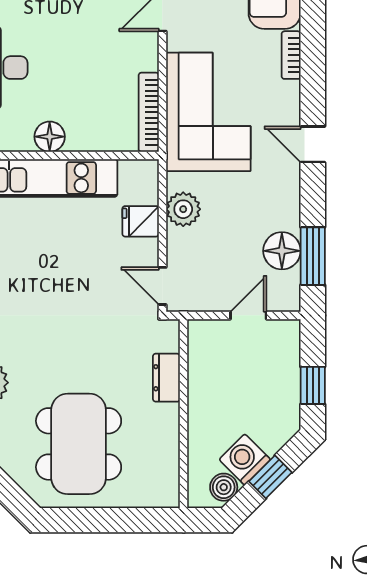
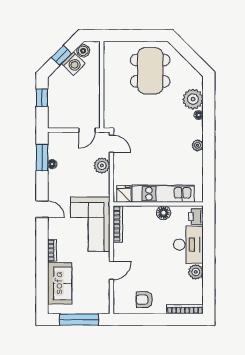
plant: (183, 209) -> (102, 166), moved
fridge: (141, 221) -> (124, 194), moved, turned -90
floor lamp: (282, 251) -> (52, 164), width x0.53, depth x0.53
door: (248, 315) -> (87, 130), moved
dresser: (166, 378) -> (110, 101), removed

